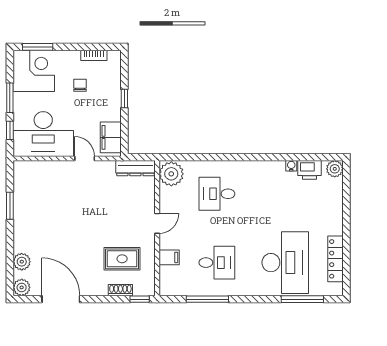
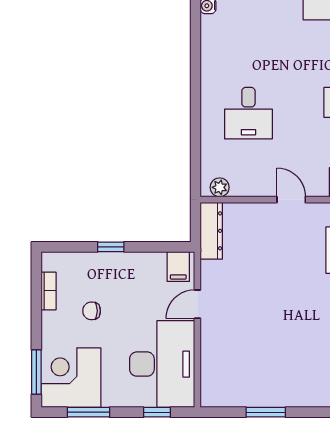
window: (10, 98) -> (88, 412), moved
filing cabinet: (111, 137) -> (178, 266), width x0.50
plant: (171, 174) -> (220, 187), width x0.53, depth x0.53

